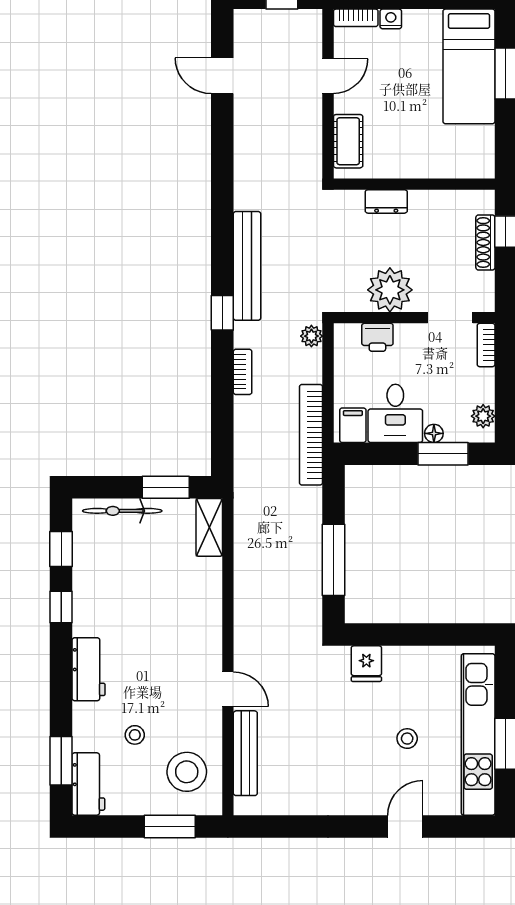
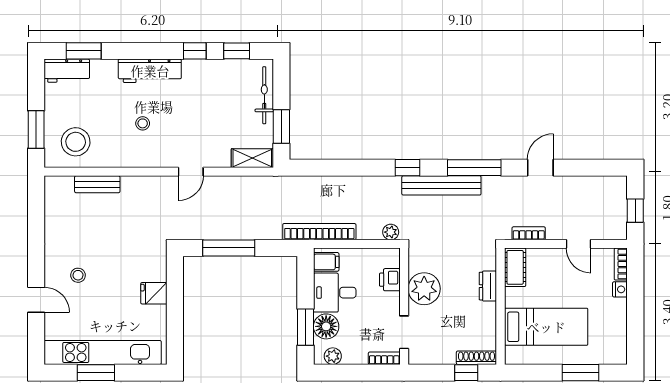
bed: (469, 66) -> (546, 327), moved, turned 180
door: (222, 76) -> (540, 168), moved
cot: (348, 141) -> (515, 267), moved, turned 90
window: (222, 221) -> (474, 168), added
shoe rack: (485, 242) -> (476, 358), moved
bookcase: (243, 372) -> (529, 233), moved, turned 180
floor lamp: (434, 433) -> (326, 326), width x1.89, depth x1.89
fridge: (366, 664) -> (154, 293), moved
workbench: (88, 669) -> (150, 71), width x1.37
door: (228, 689) -> (191, 172), moved
stool: (135, 735) -> (143, 123), moved
stool: (407, 739) -> (78, 275), moved
bench: (245, 753) -> (97, 184), width x0.73

